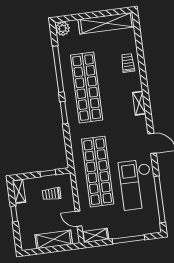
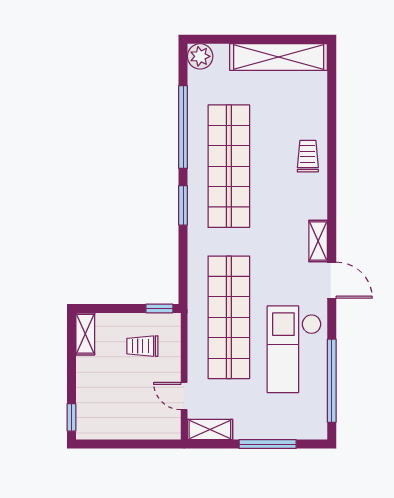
trolley: (128, 63) -> (308, 156), moved
shelving: (139, 103) -> (318, 241), moved
window: (48, 173) -> (159, 308), moved
window: (14, 214) -> (71, 417), moved
shelving: (54, 239) -> (136, 427), removed

